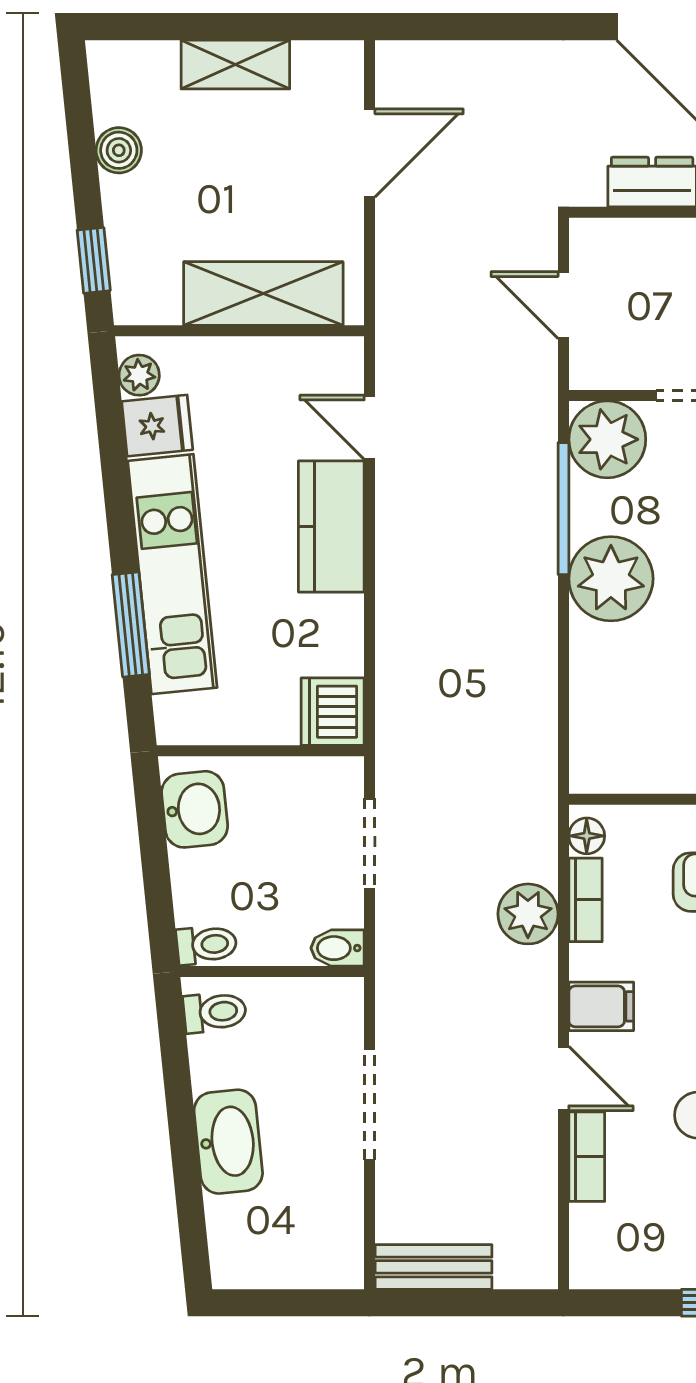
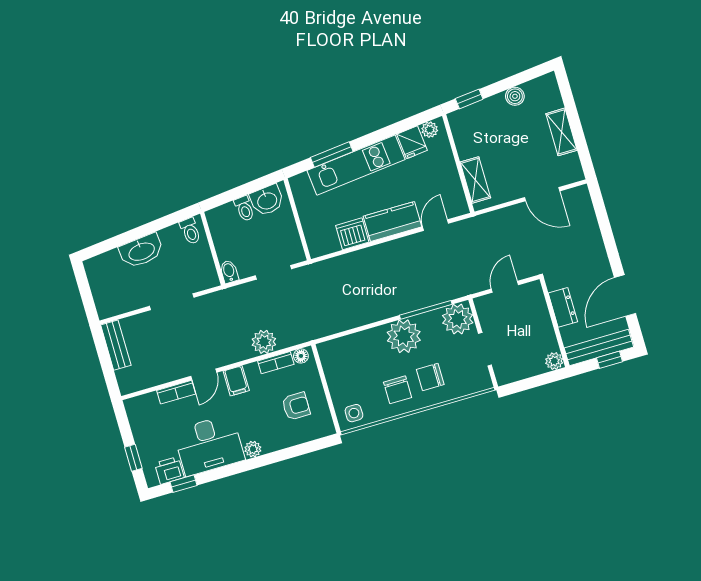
shelving: (263, 294) -> (475, 180), width x0.67, depth x0.75
dishwasher: (333, 712) -> (352, 234), moved
toilet: (207, 945) -> (244, 209), moved

